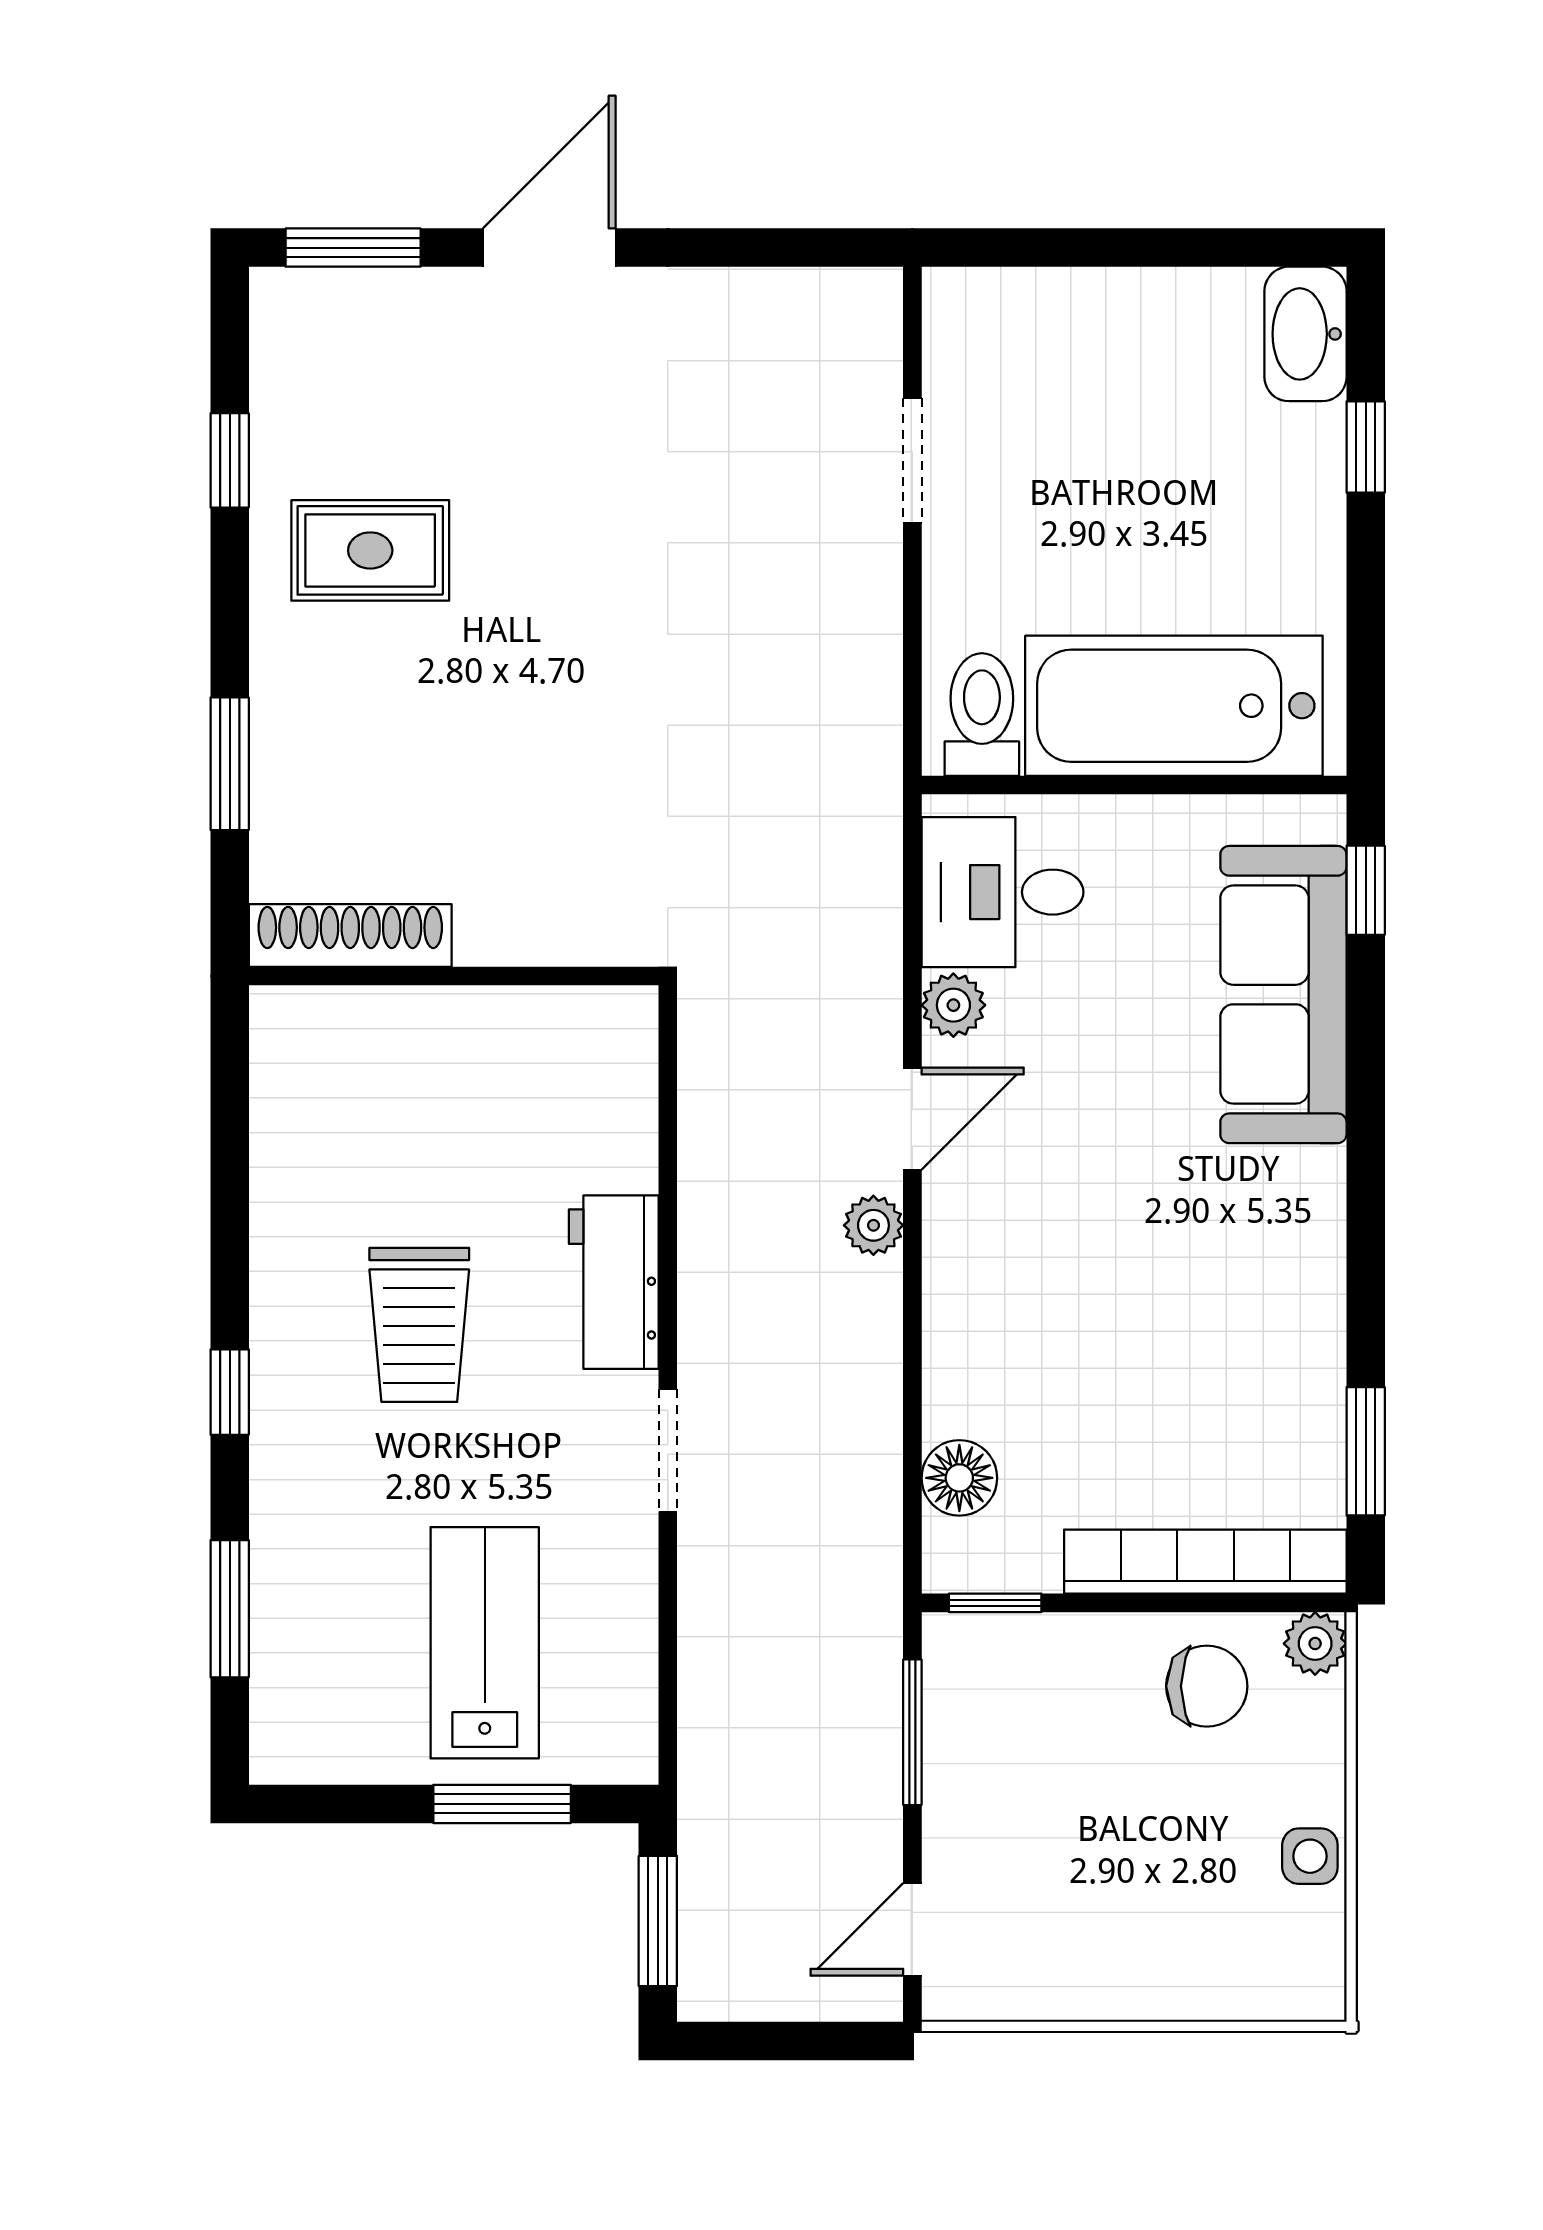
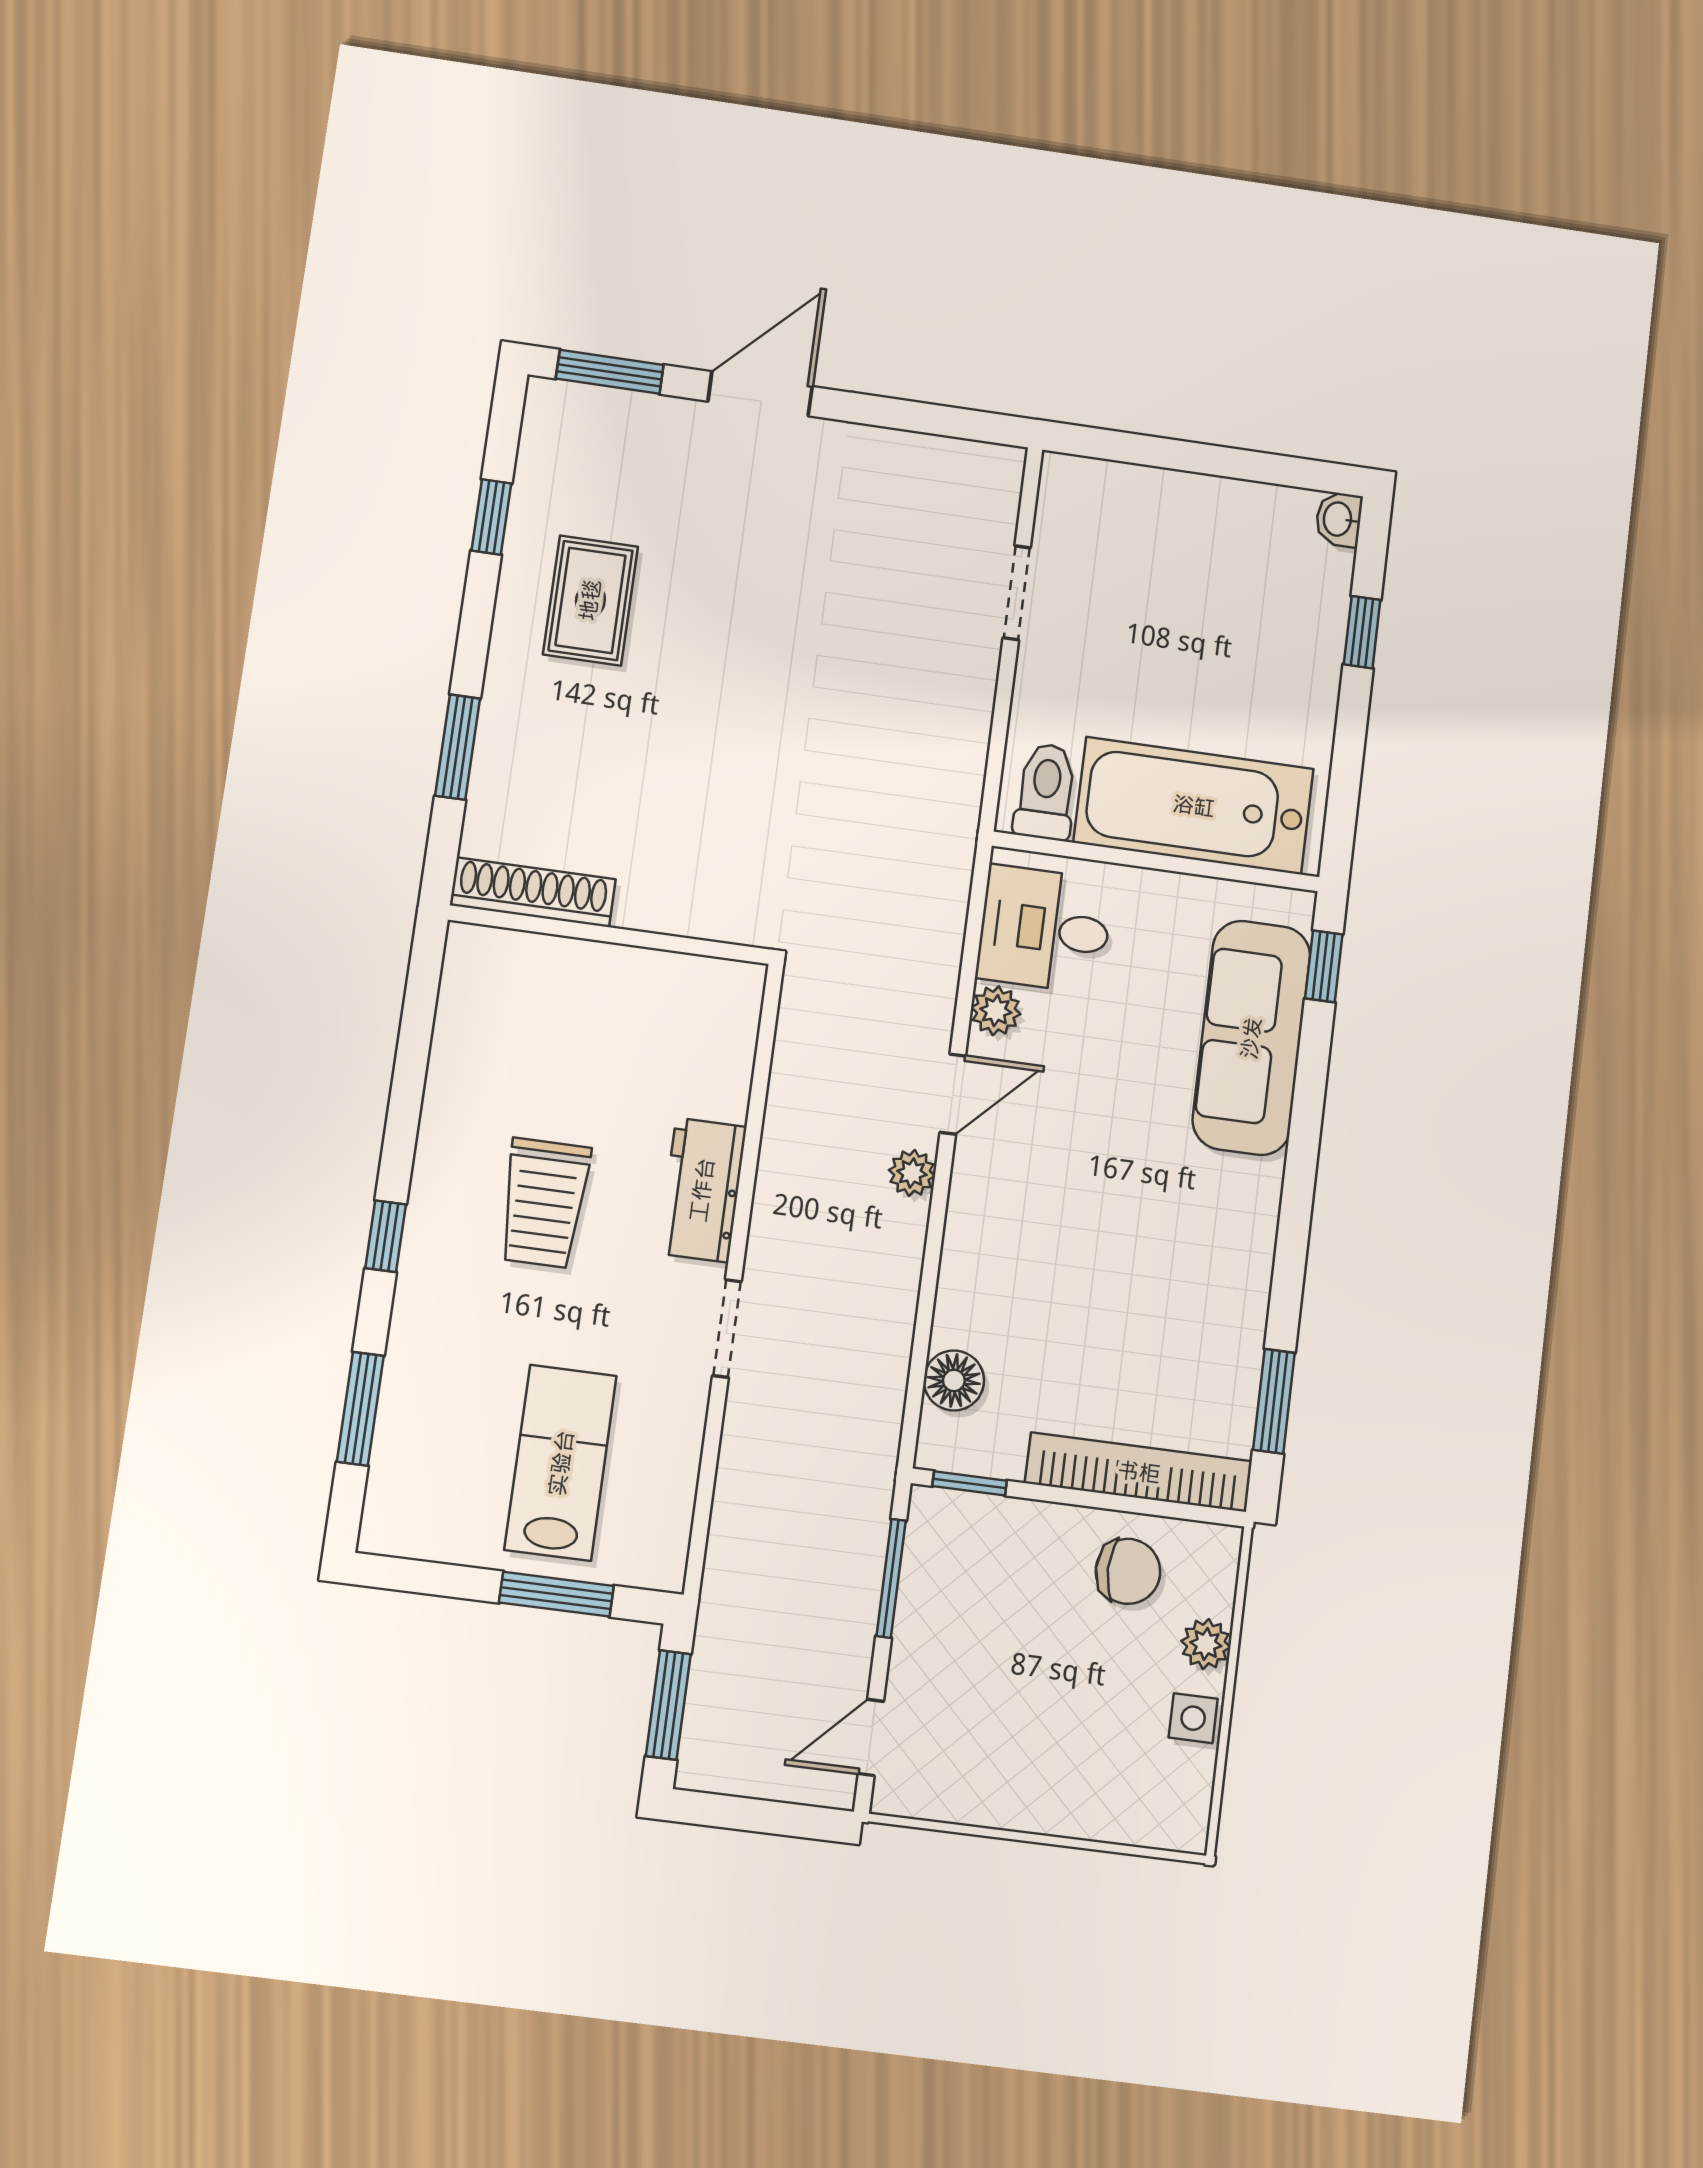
washbasin: (1305, 334) -> (1339, 519), width x0.52, depth x0.69
rug: (370, 550) -> (590, 600), turned 90
plant: (1315, 1644) -> (1206, 1644), moved

